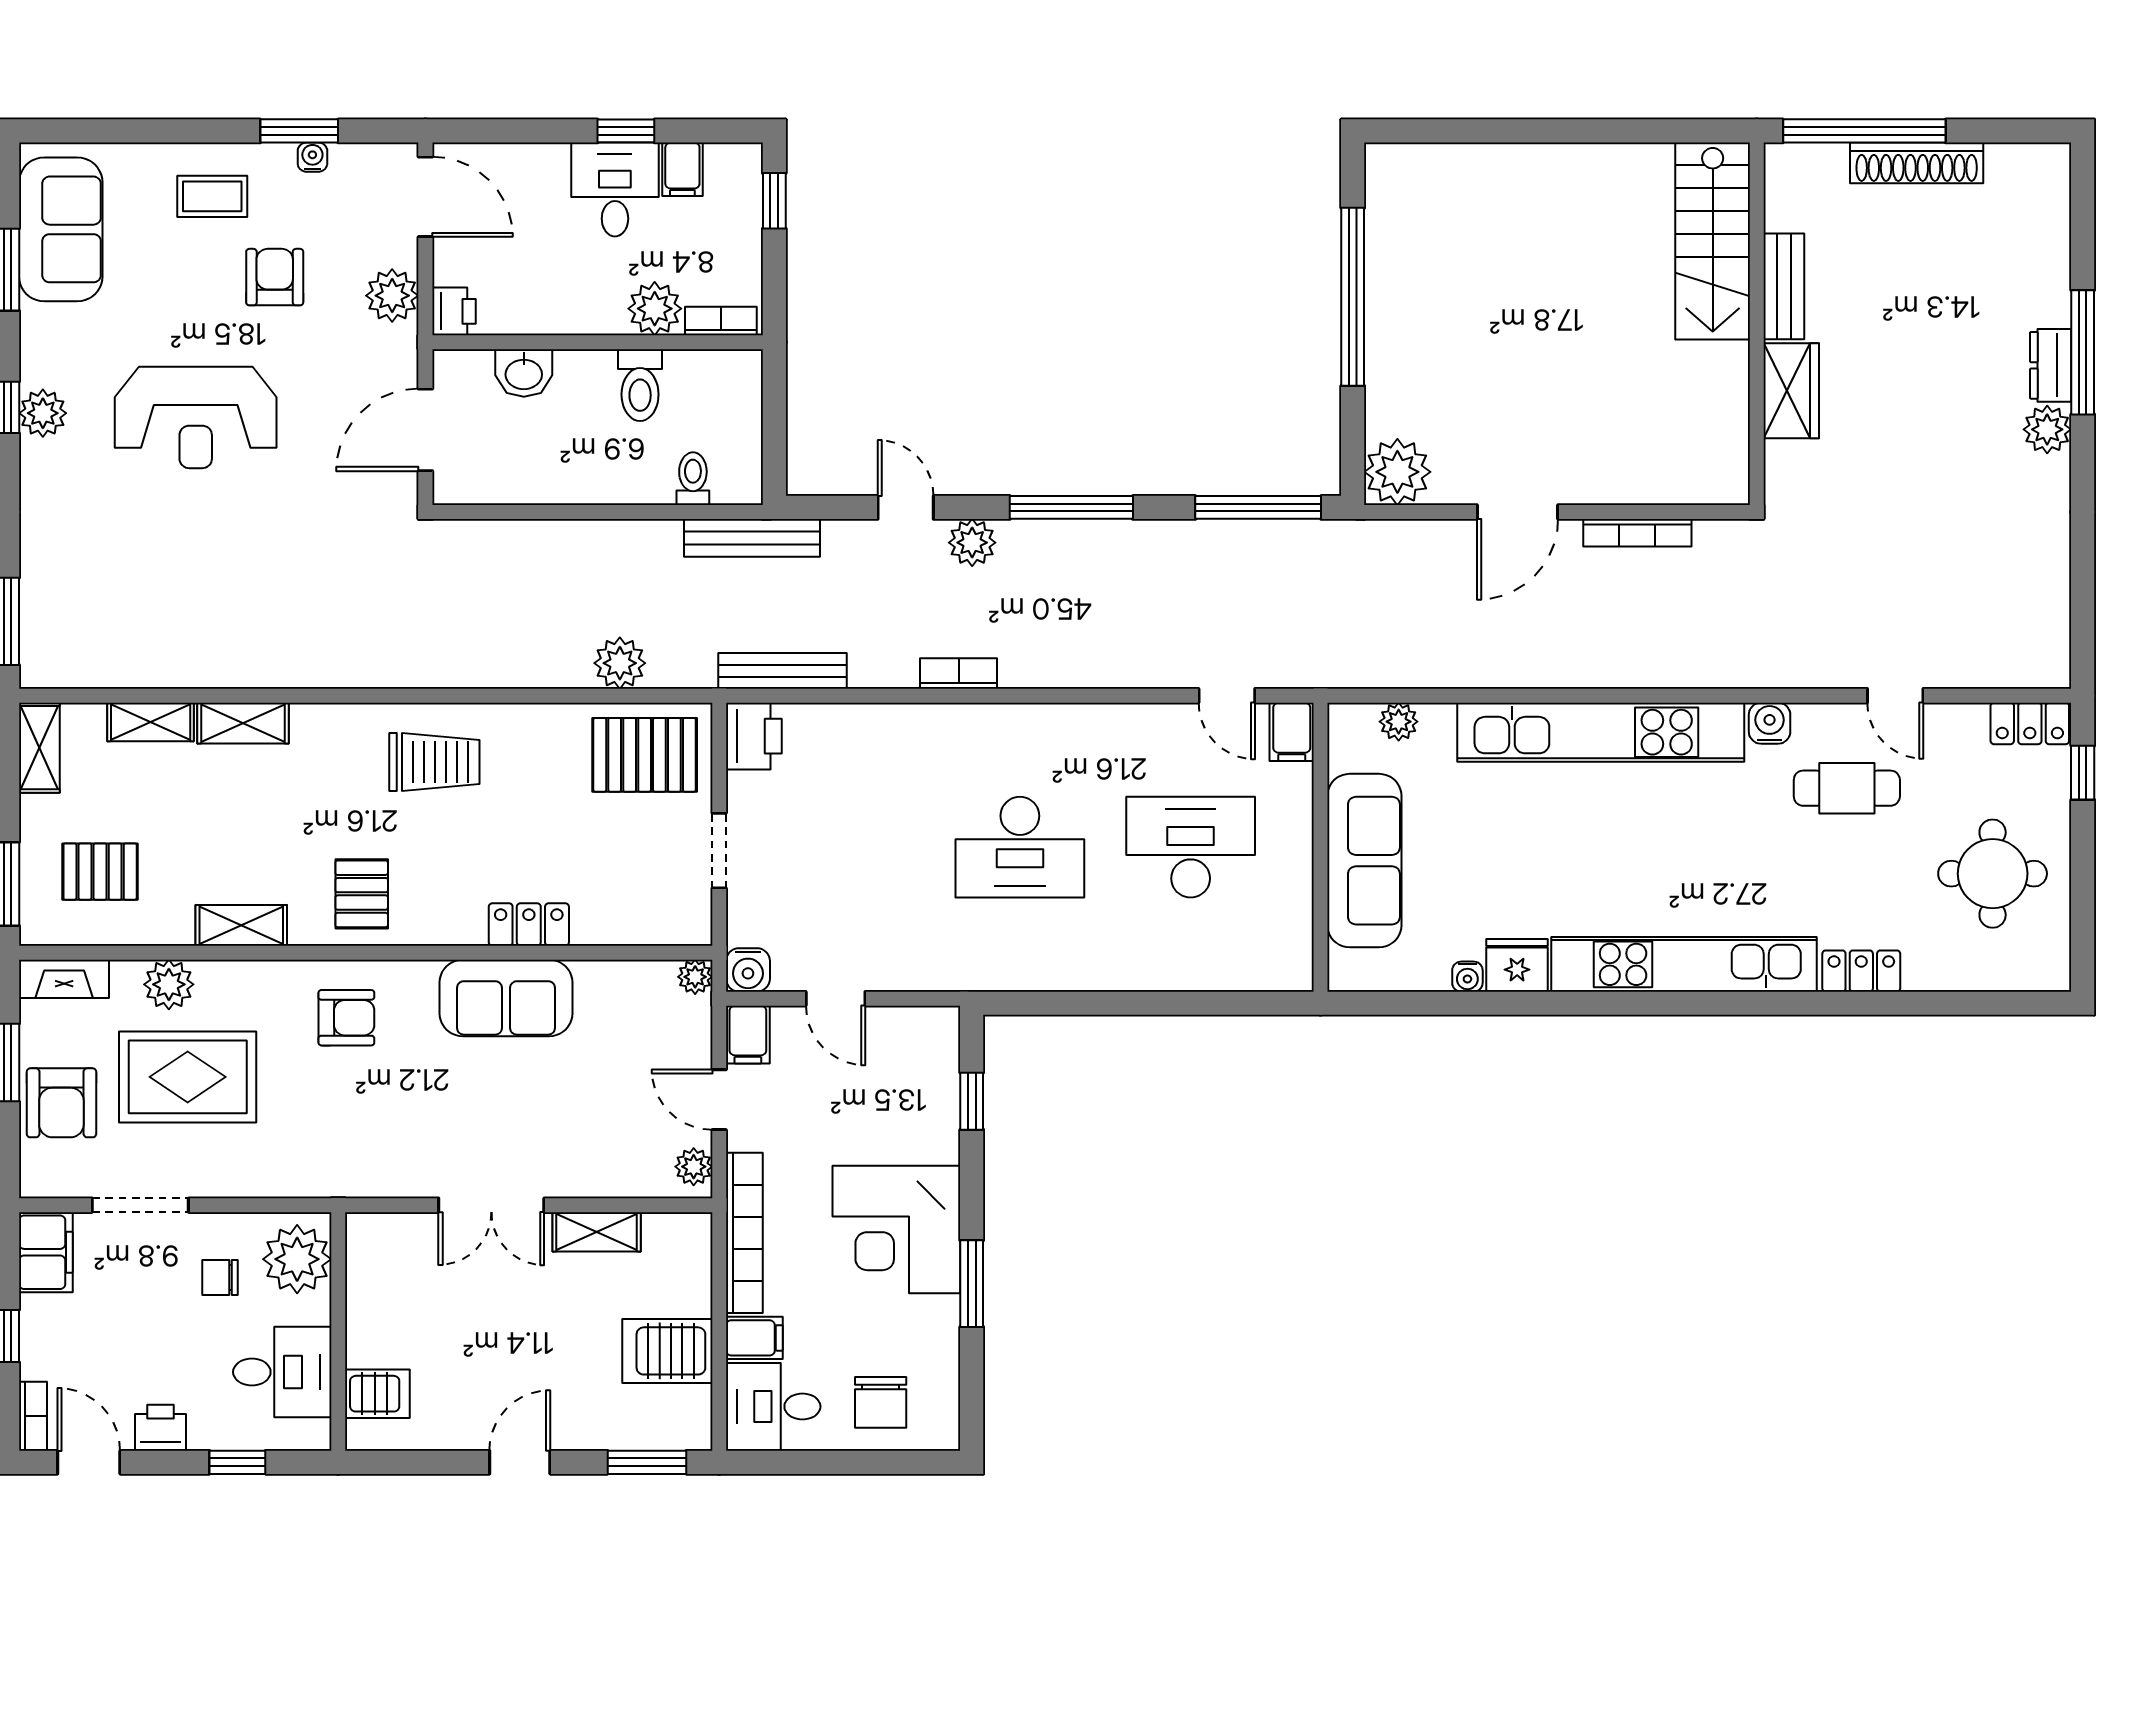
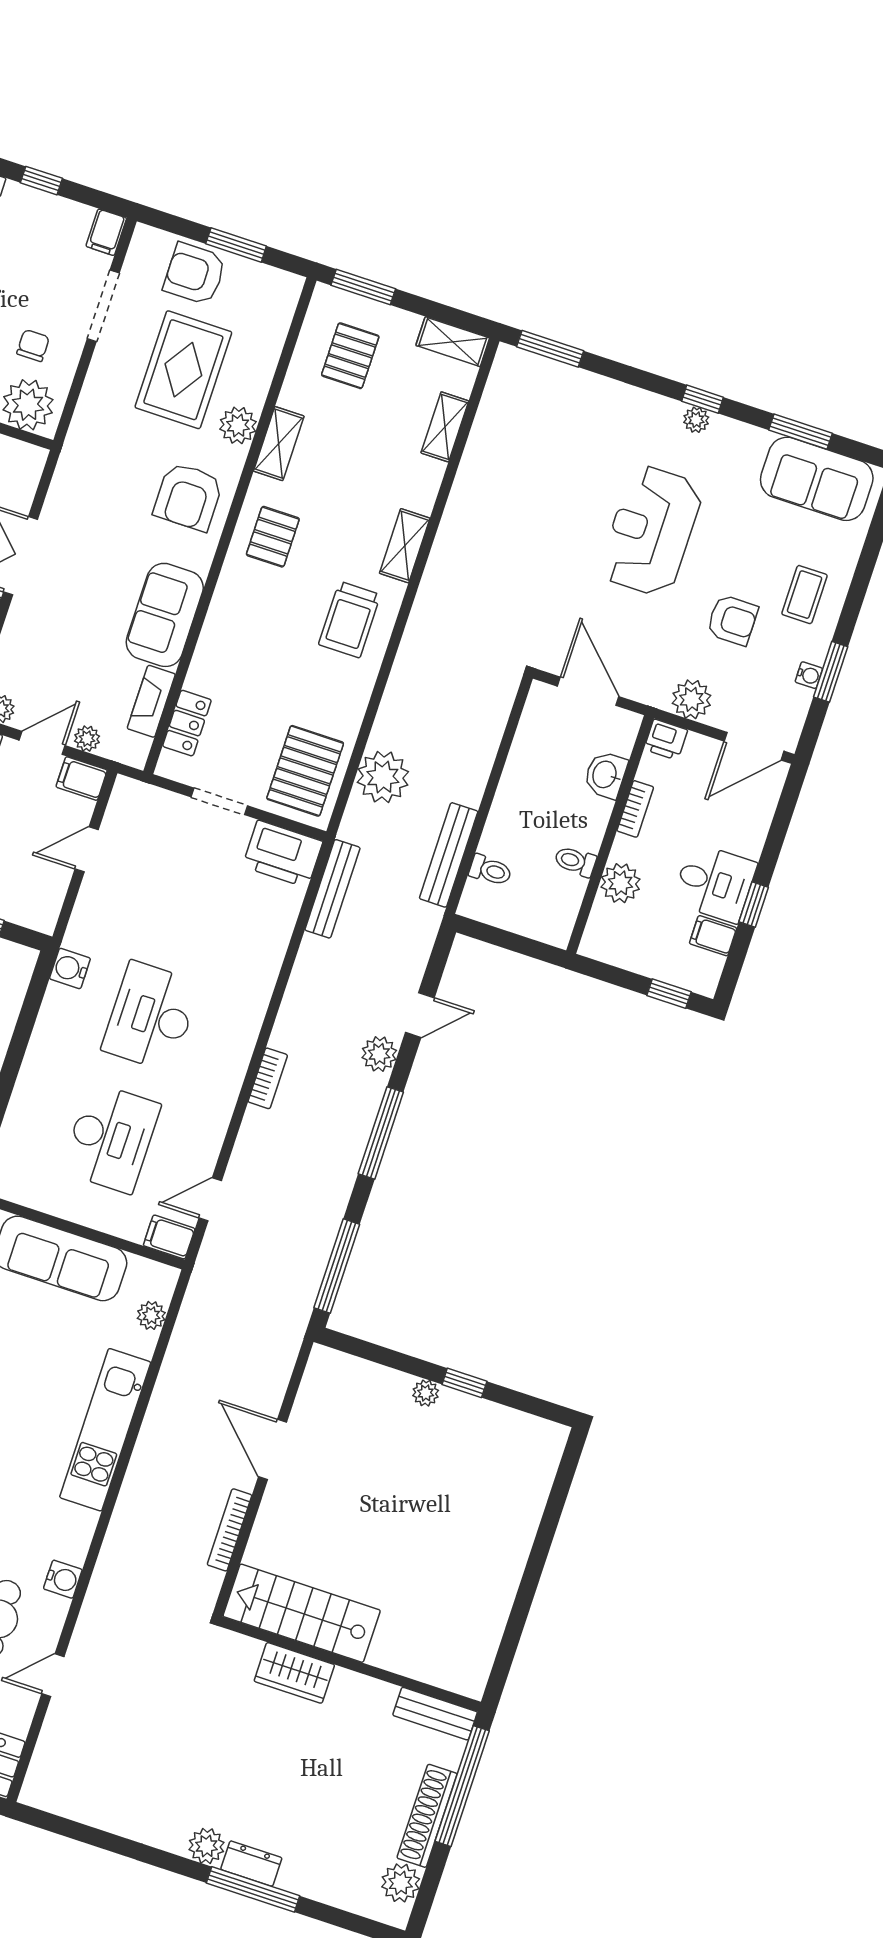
plant: (2013, 168) -> (401, 1883), added
stairs: (1713, 241) -> (302, 1613), moved
bench: (1784, 286) -> (435, 1714), moved
window: (1353, 297) -> (464, 1383), width x0.32
bookcase: (721, 321) -> (635, 809), moved
toilet: (640, 385) -> (575, 861), width x0.73, depth x0.72
plant: (43, 413) -> (696, 420), width x0.73, depth x0.73
plant: (1397, 472) -> (426, 1393), moved, width x0.53, depth x0.53
bench: (752, 538) -> (449, 855), moved
plant: (620, 663) -> (383, 777), width x1.36, depth x1.36
bookcase: (959, 673) -> (268, 1078), moved
shelving: (243, 723) -> (405, 546), moved
kitchen unit: (1601, 732) -> (105, 1430), width x0.73
printer: (754, 736) -> (283, 854), width x1.37, depth x1.19
pallet: (362, 894) -> (273, 537), turned 90
locker: (529, 925) -> (187, 723), moved
water cooler: (748, 970) -> (70, 969), moved
plant: (695, 977) -> (87, 739), moved
fireplace: (64, 979) -> (151, 701), moved
plant: (169, 984) -> (238, 425), moved
armchair: (346, 1018) -> (188, 497), width x1.38, depth x1.38
filing cabinet: (46, 1252) -> (106, 232), width x0.50

